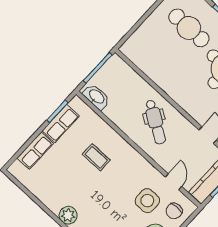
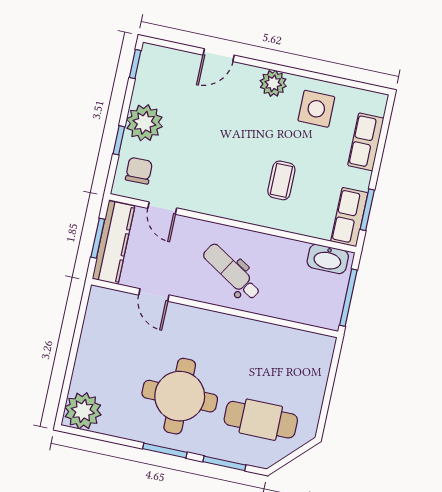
row of seats: (61, 123) -> (349, 217), moved
coffee table: (96, 157) -> (281, 180), turned 90
side table: (147, 201) -> (316, 109), moved

